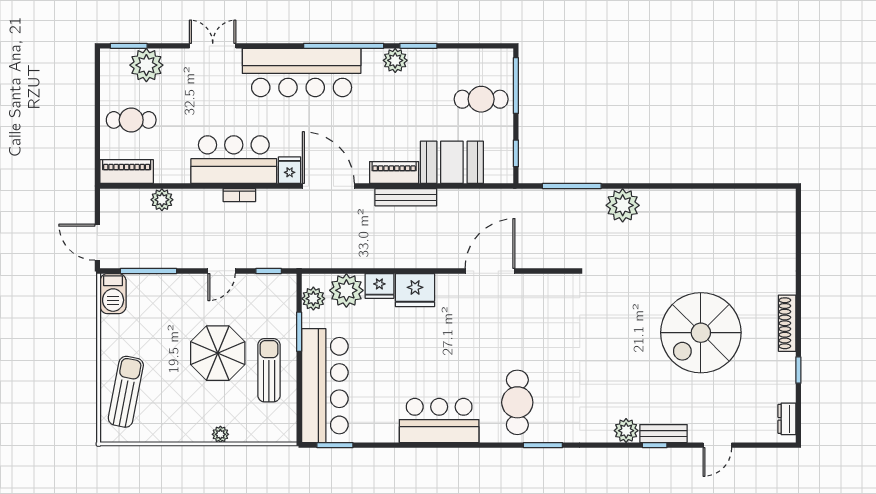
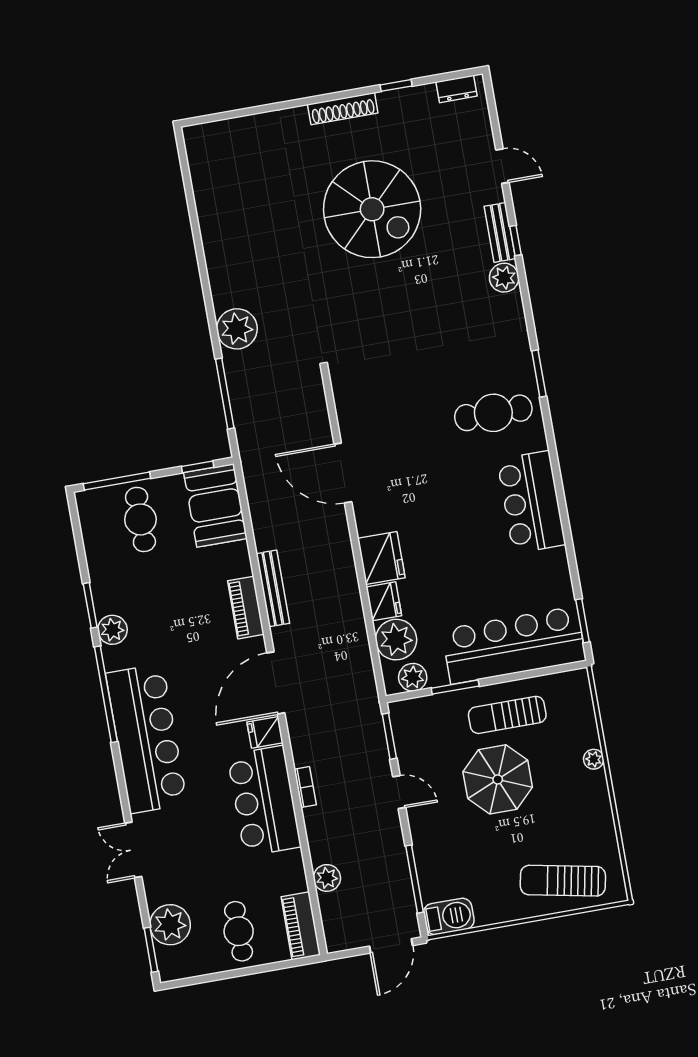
booth: (452, 162) -> (215, 505), moved
window: (269, 271) -> (389, 736), width x1.50

